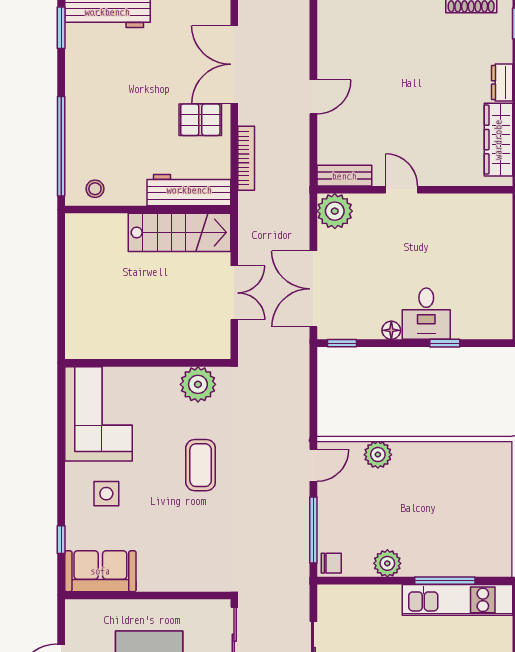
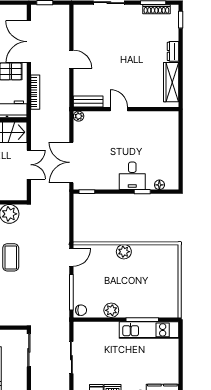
door: (313, 97) -> (71, 59), hinge flipped
plant: (335, 211) -> (79, 116), width x0.53, depth x0.53
floor lamp: (391, 330) -> (159, 185), moved
plant: (378, 455) -> (124, 252), moved

